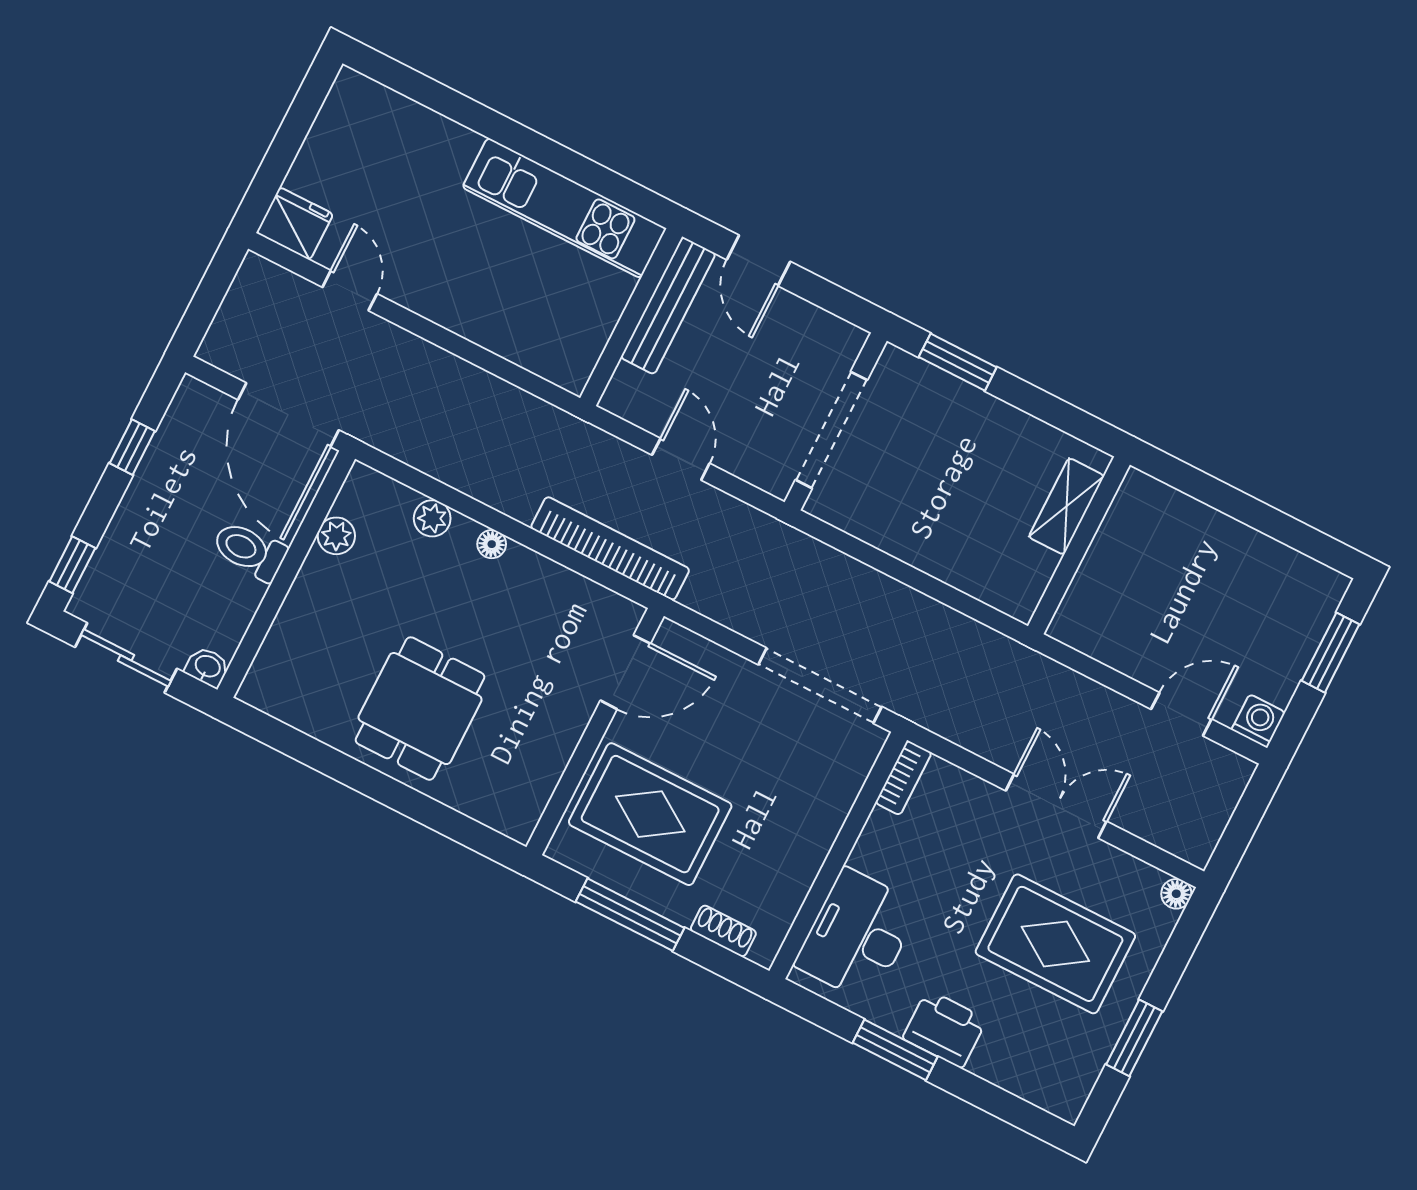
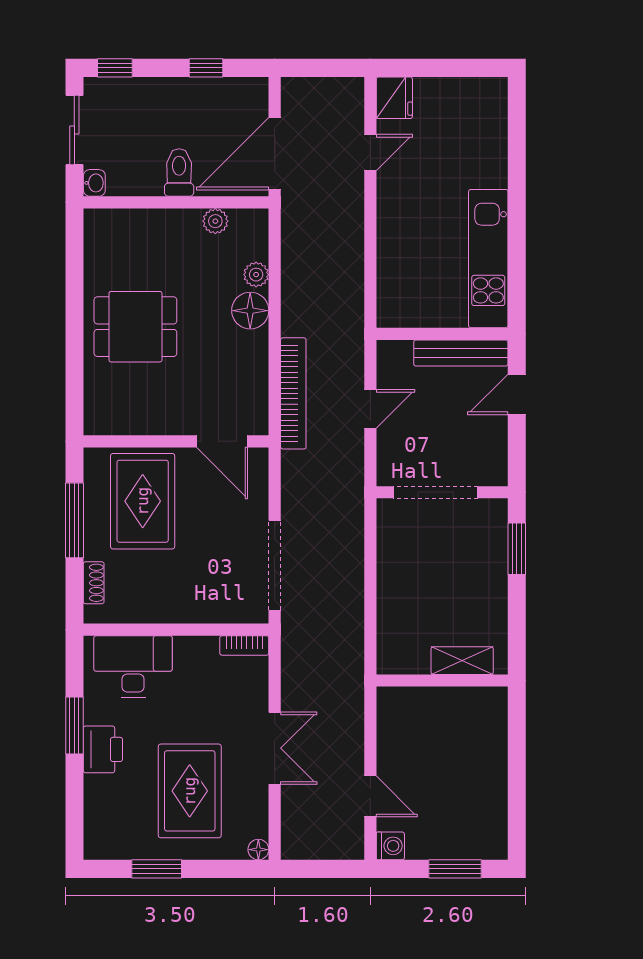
floor lamp: (492, 544) -> (250, 311), width x1.89, depth x1.89

